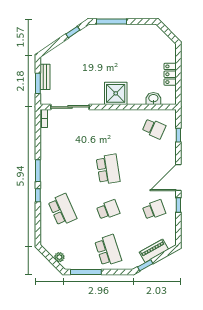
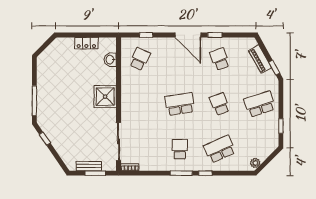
school desk: (62, 169) -> (180, 149), added
plant: (59, 257) -> (255, 163), moved
window: (86, 272) -> (281, 126), width x0.46

